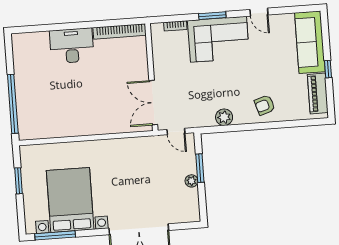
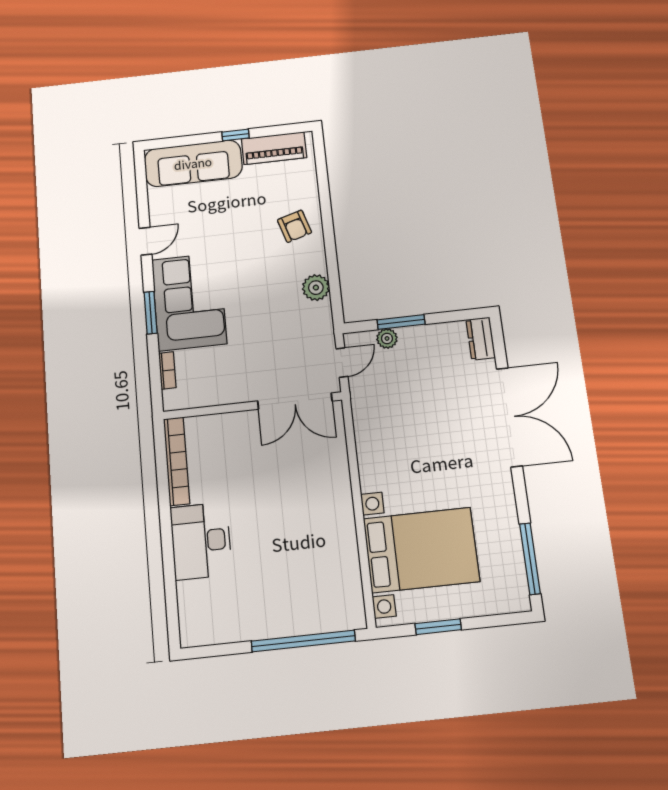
plant: (192, 181) -> (387, 338), moved
bed with nightstands: (70, 200) -> (421, 550), moved, turned 180
dresser: (188, 215) -> (481, 339), added

